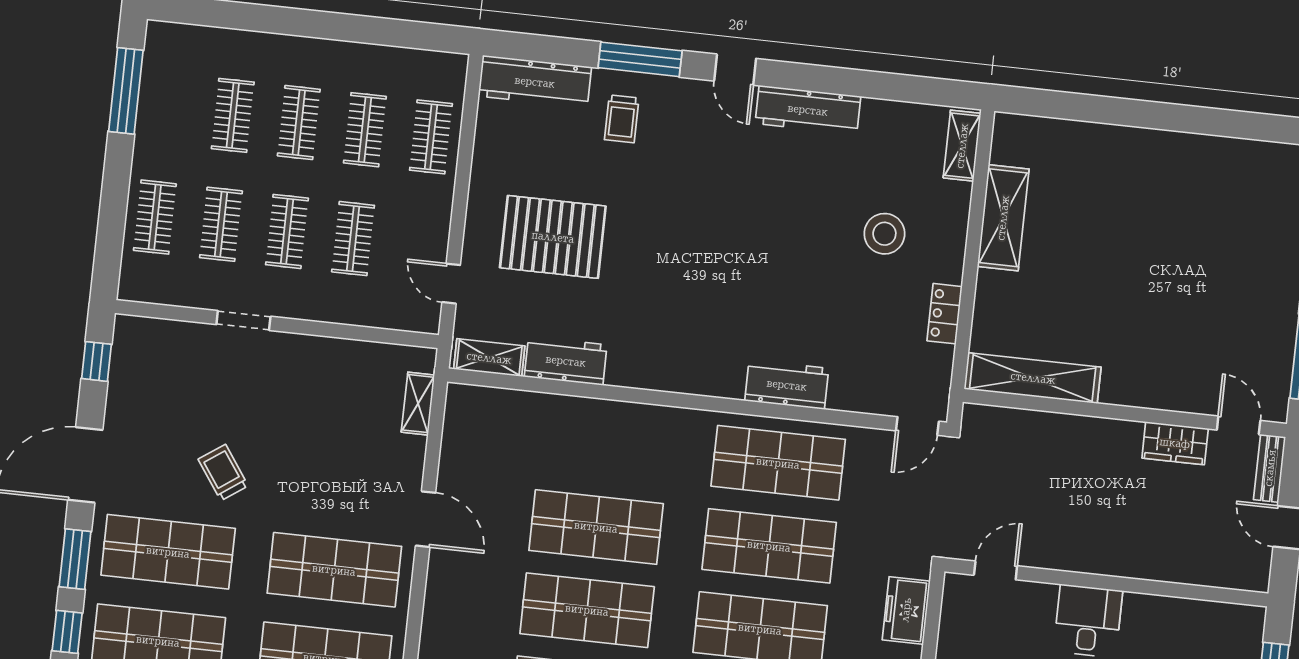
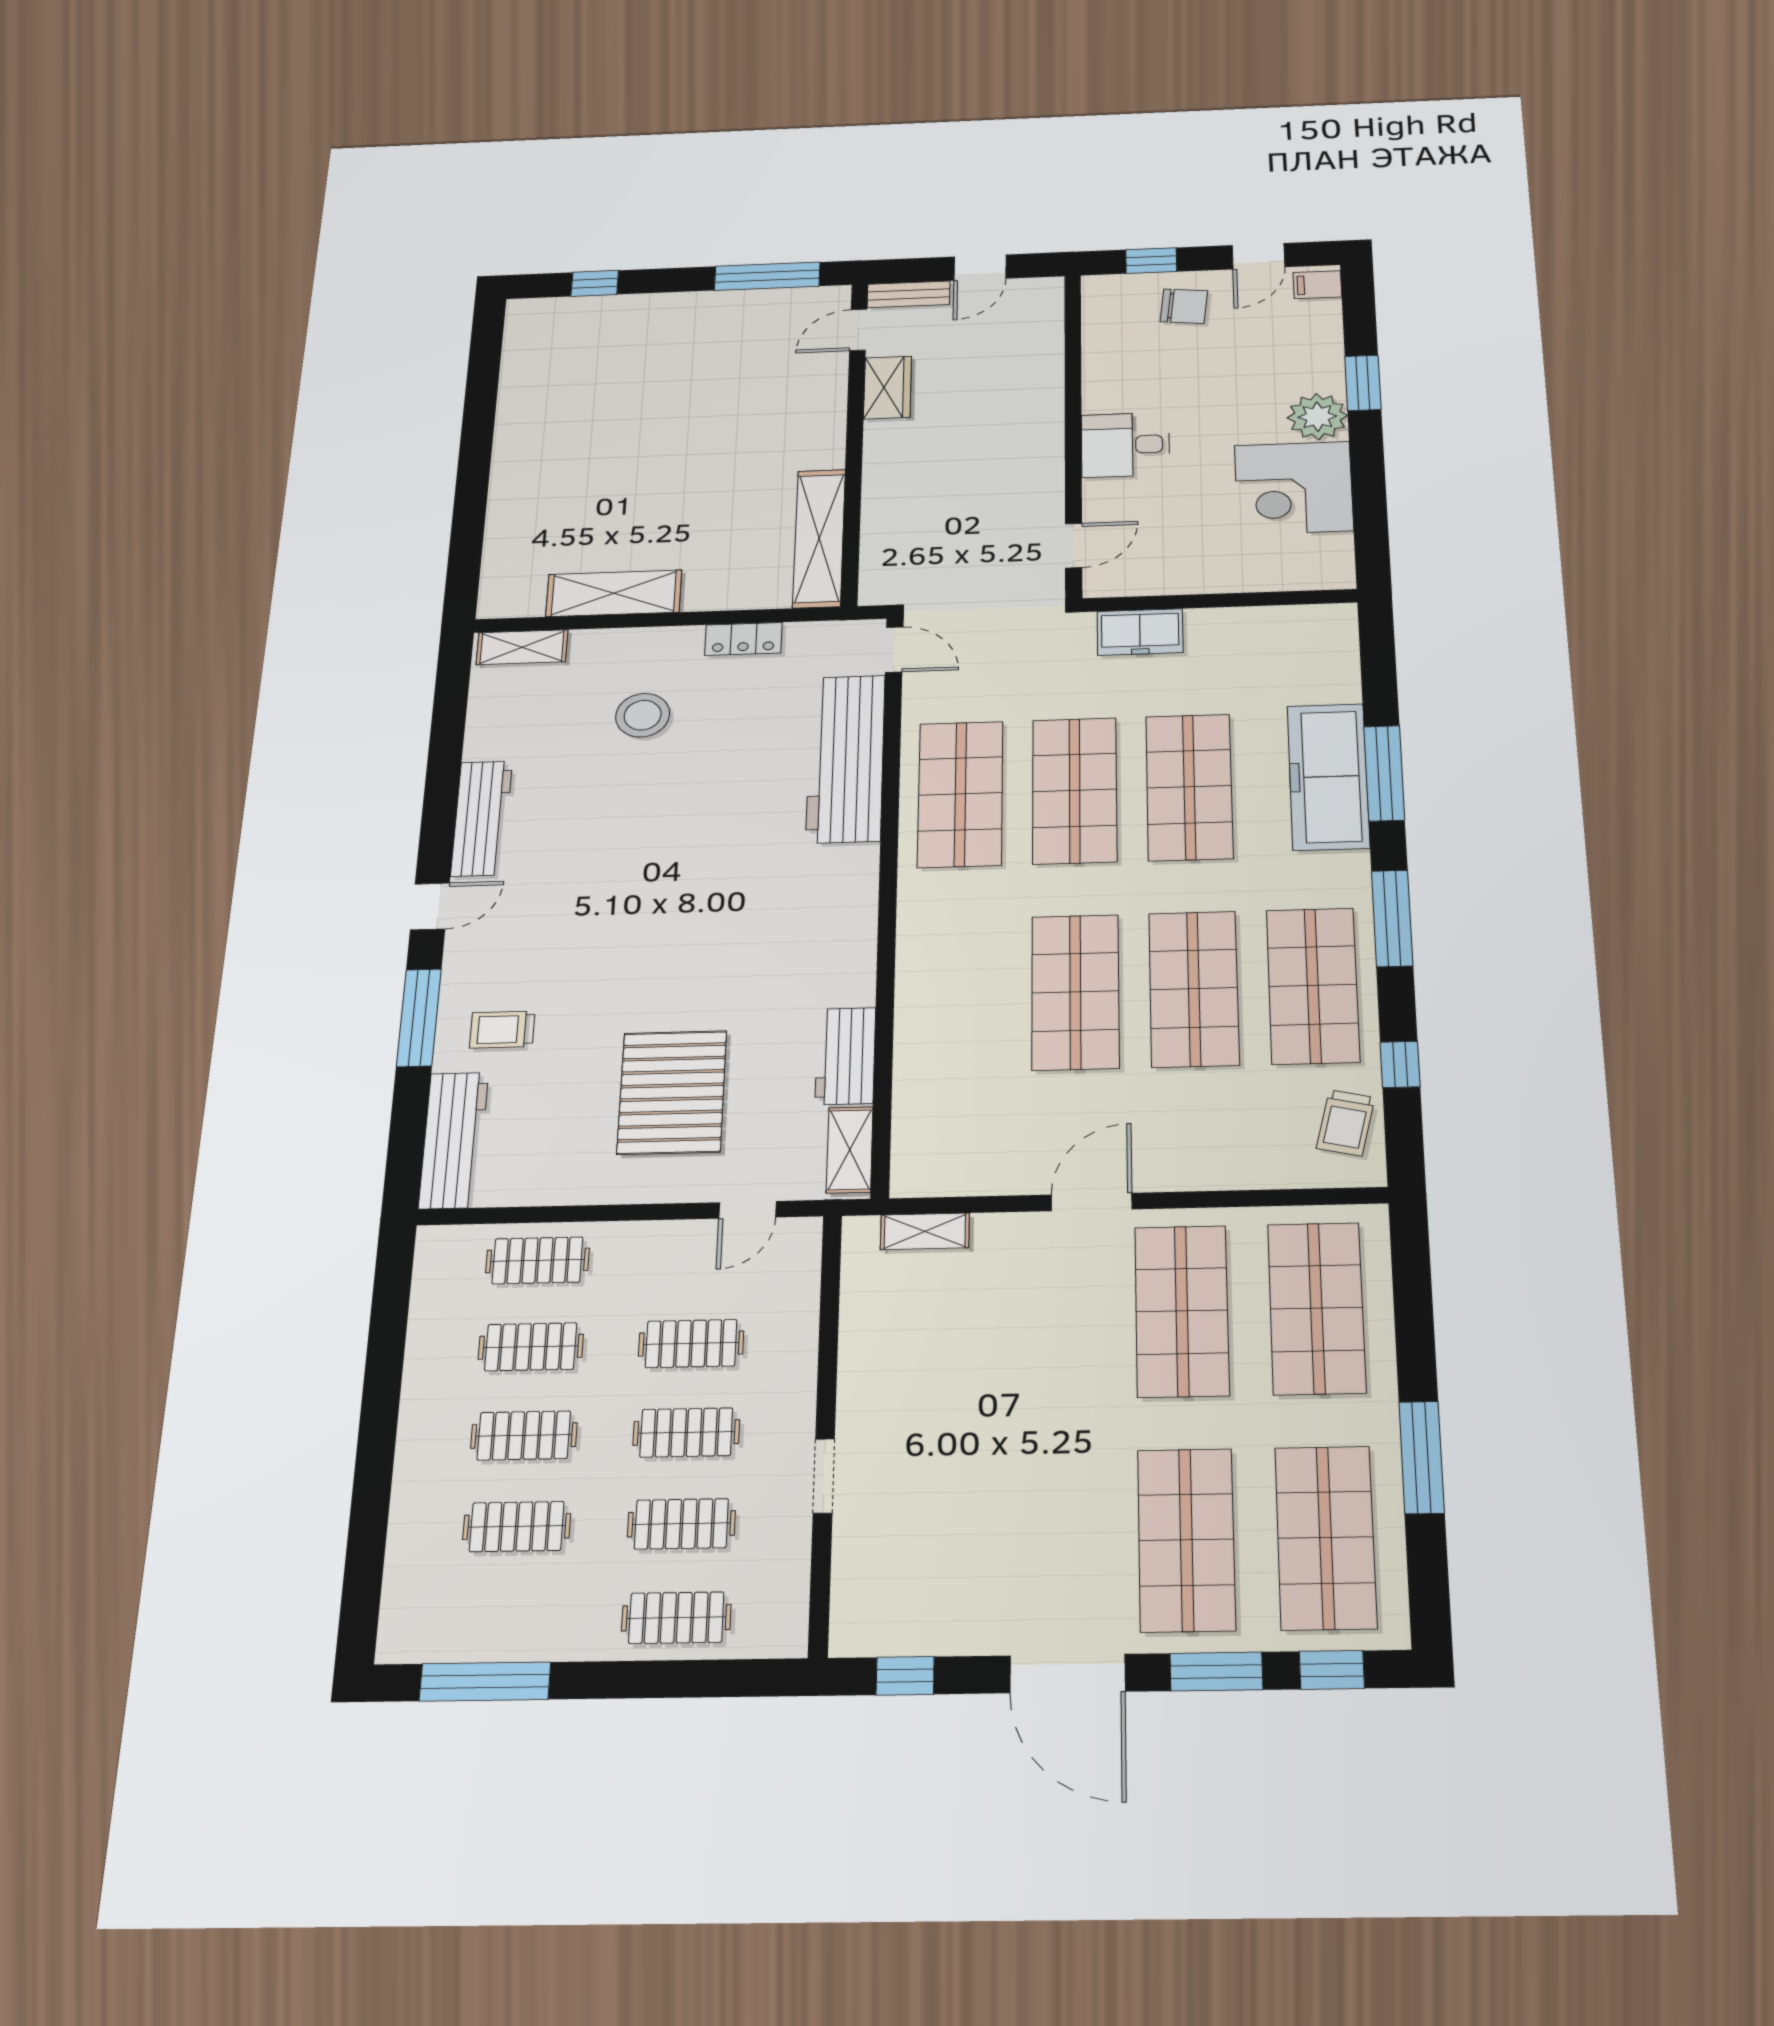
trolley: (622, 119) -> (502, 1030), turned 180
workbench: (787, 385) -> (846, 759), width x1.88, depth x1.32
trolley: (223, 472) -> (1056, 1477), removed
door: (996, 570) -> (1074, 546), swing flipped

